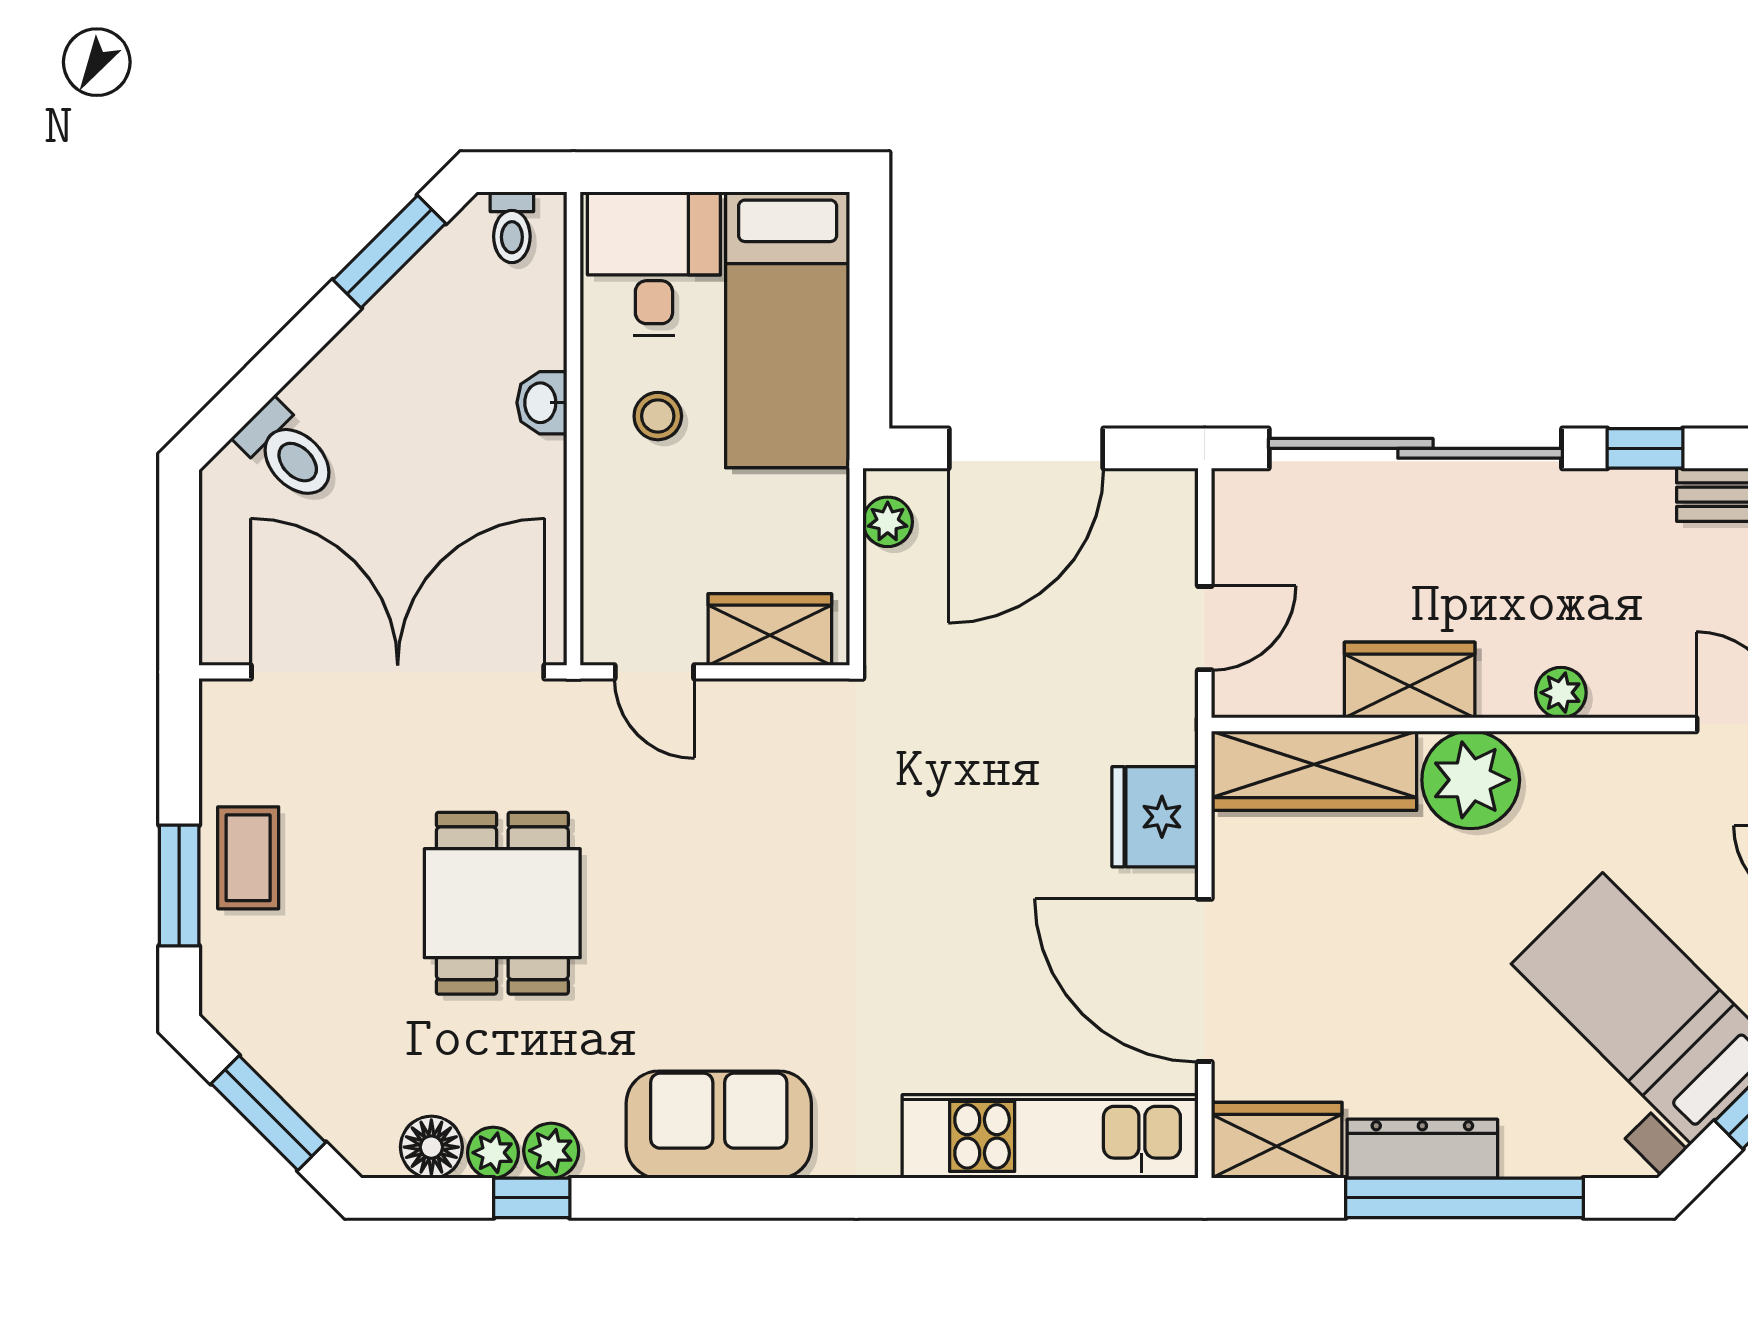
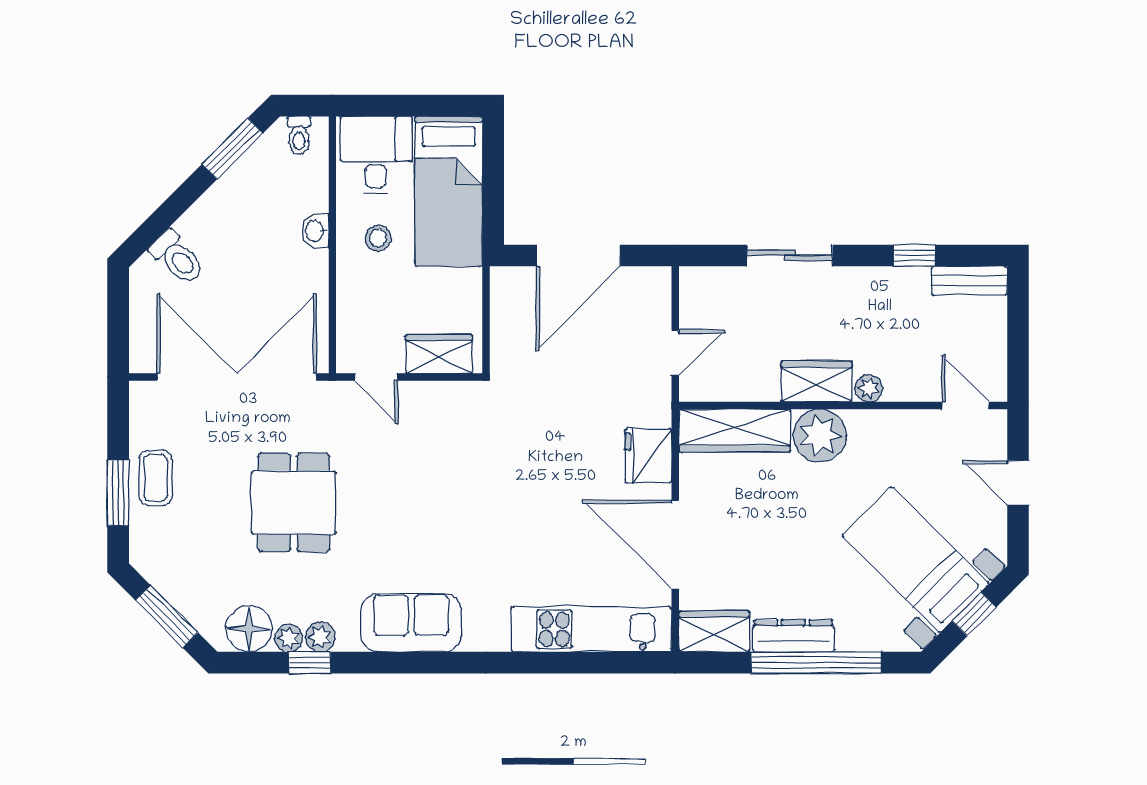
sliding door: (1415, 448) -> (790, 256), width x0.54
plant: (888, 522) -> (503, 295), removed
wardrobe: (1410, 680) -> (817, 381), moved
floor lamp: (431, 1147) -> (249, 629), width x1.38, depth x1.38

